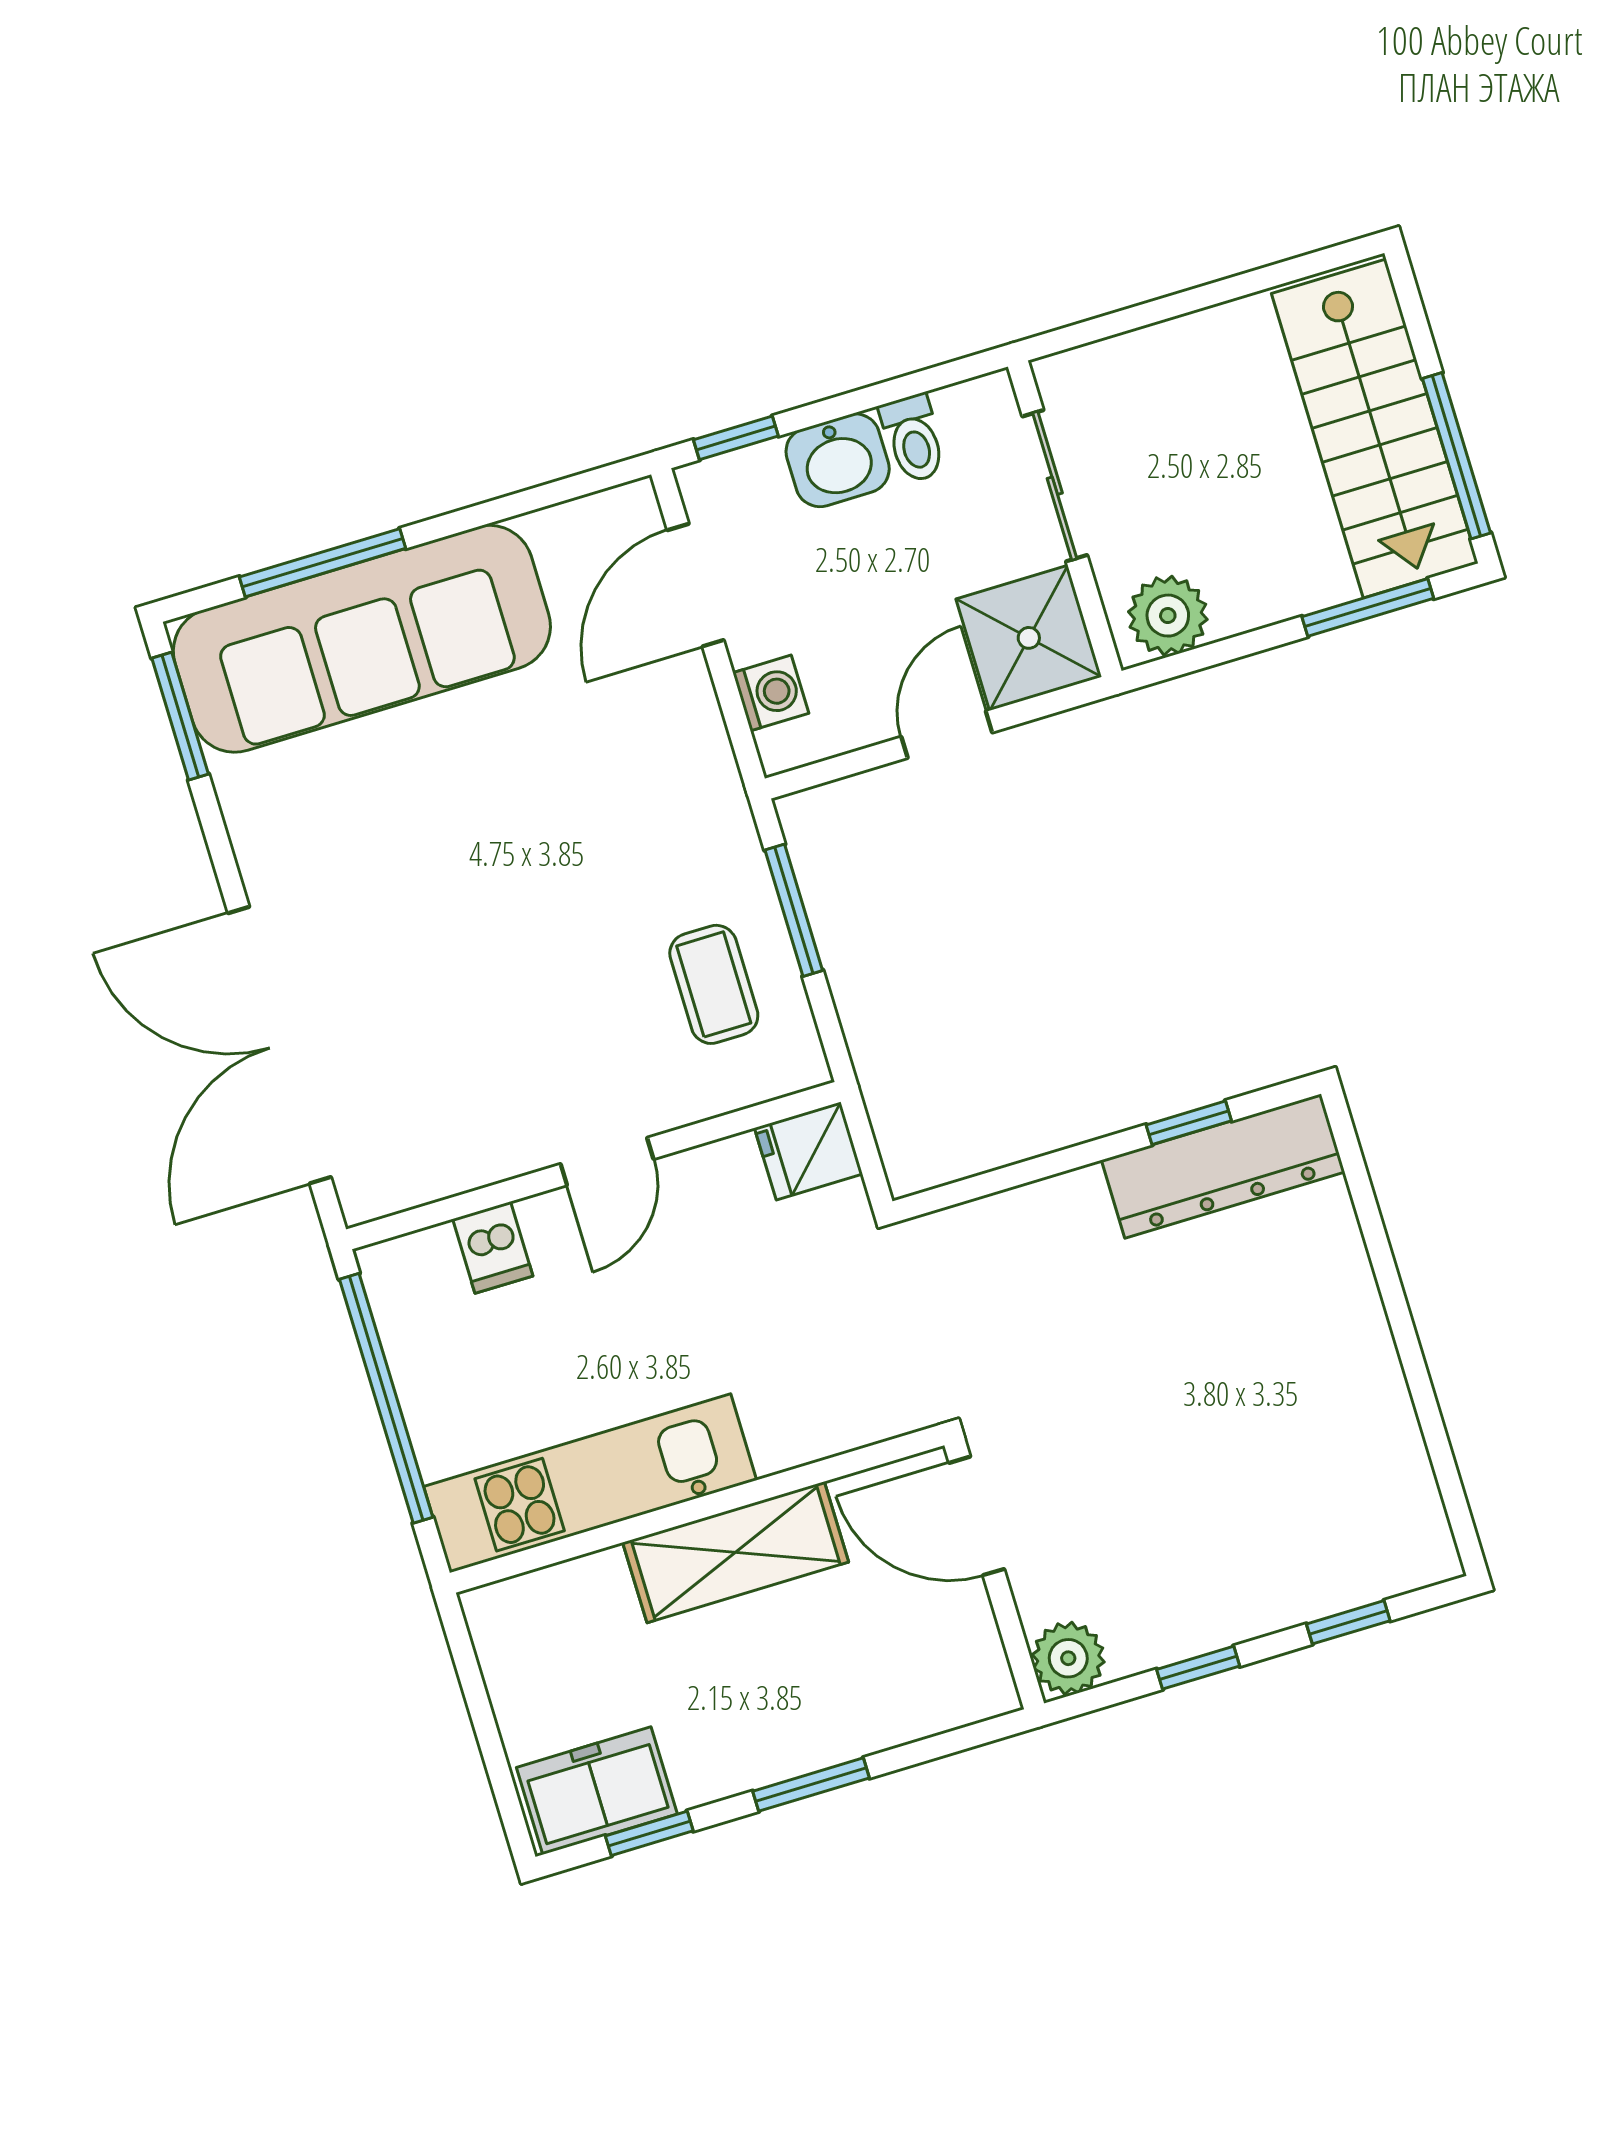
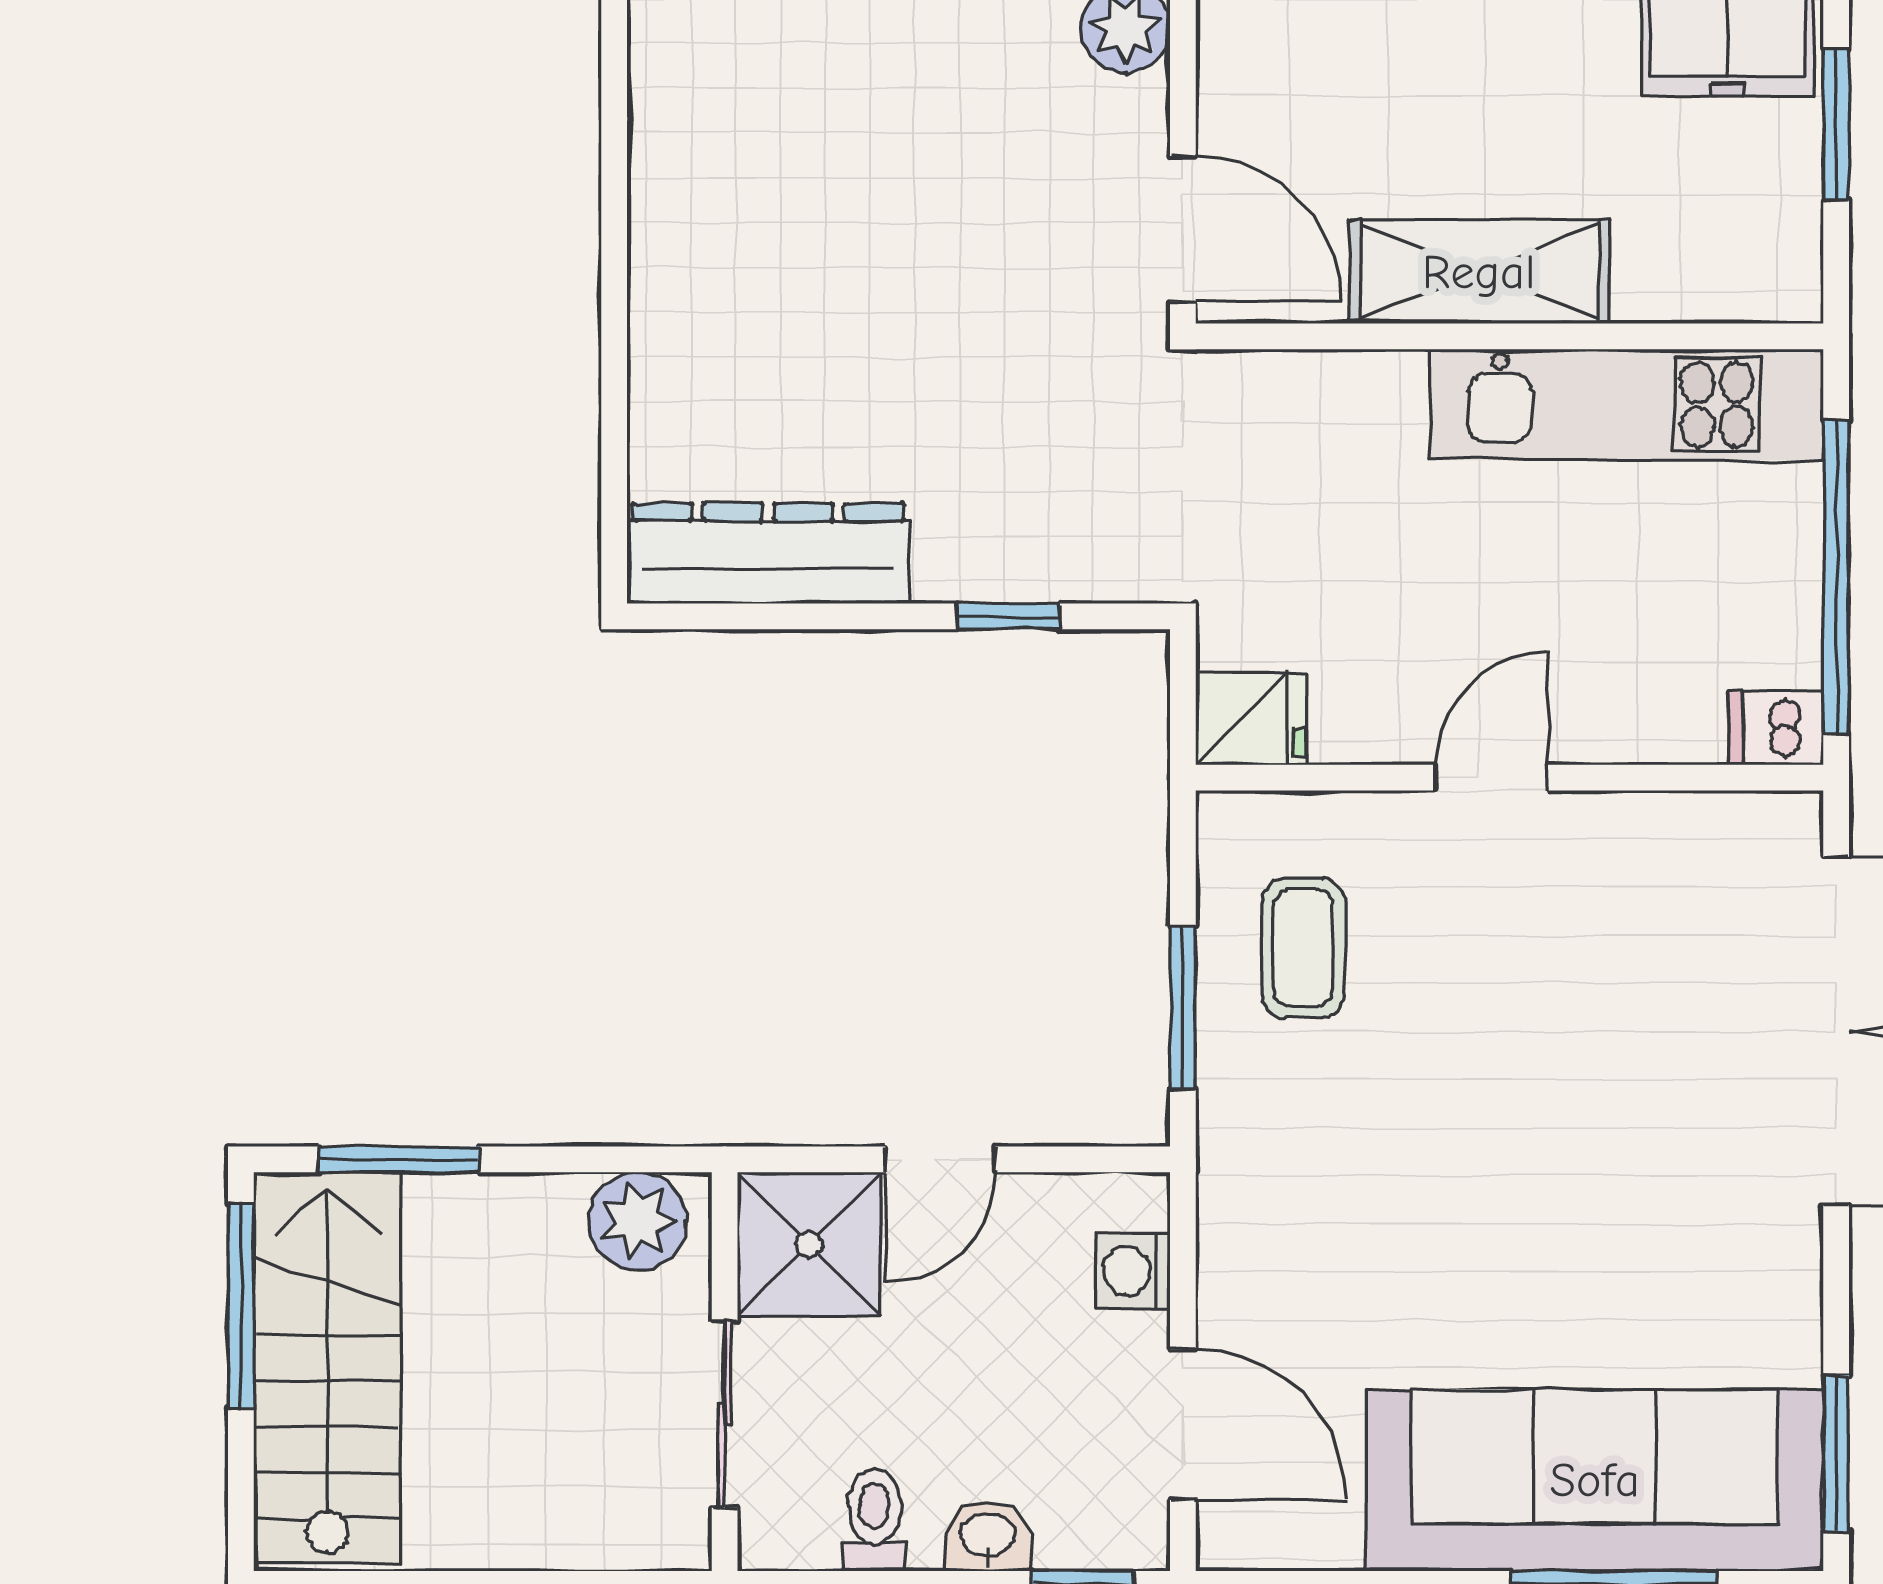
washbasin: (838, 460) -> (987, 1537), width x0.72, depth x0.69
door: (696, 585) -> (1183, 1425), hinge flipped
window: (1189, 1123) -> (1008, 616), moved
dishwasher: (493, 1247) -> (1776, 728), moved, turned -90
window: (493, 1751) -> (1836, 124), added

